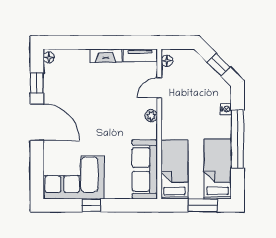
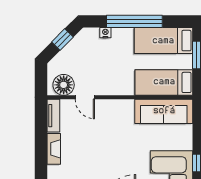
floor lamp: (167, 61) -> (64, 85), width x1.89, depth x1.89
plant: (151, 116) -> (112, 105), removed

